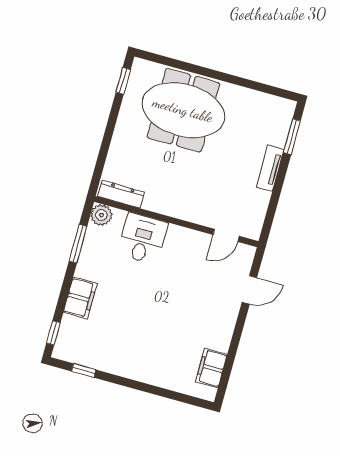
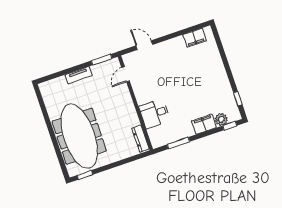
meeting table: (183, 110) -> (79, 136), width x1.36
window: (292, 137) -> (102, 60), moved
plant: (101, 215) -> (221, 119), moved
door: (226, 235) -> (126, 74), swing flipped

